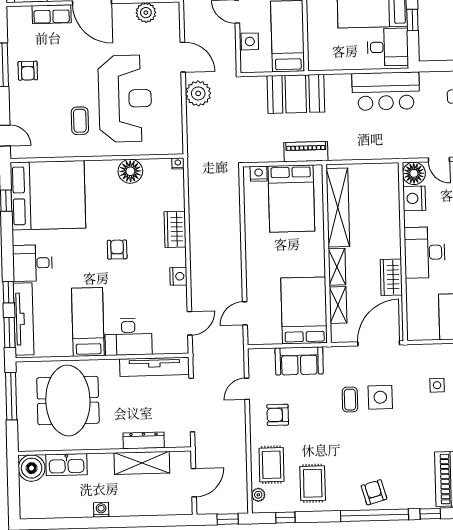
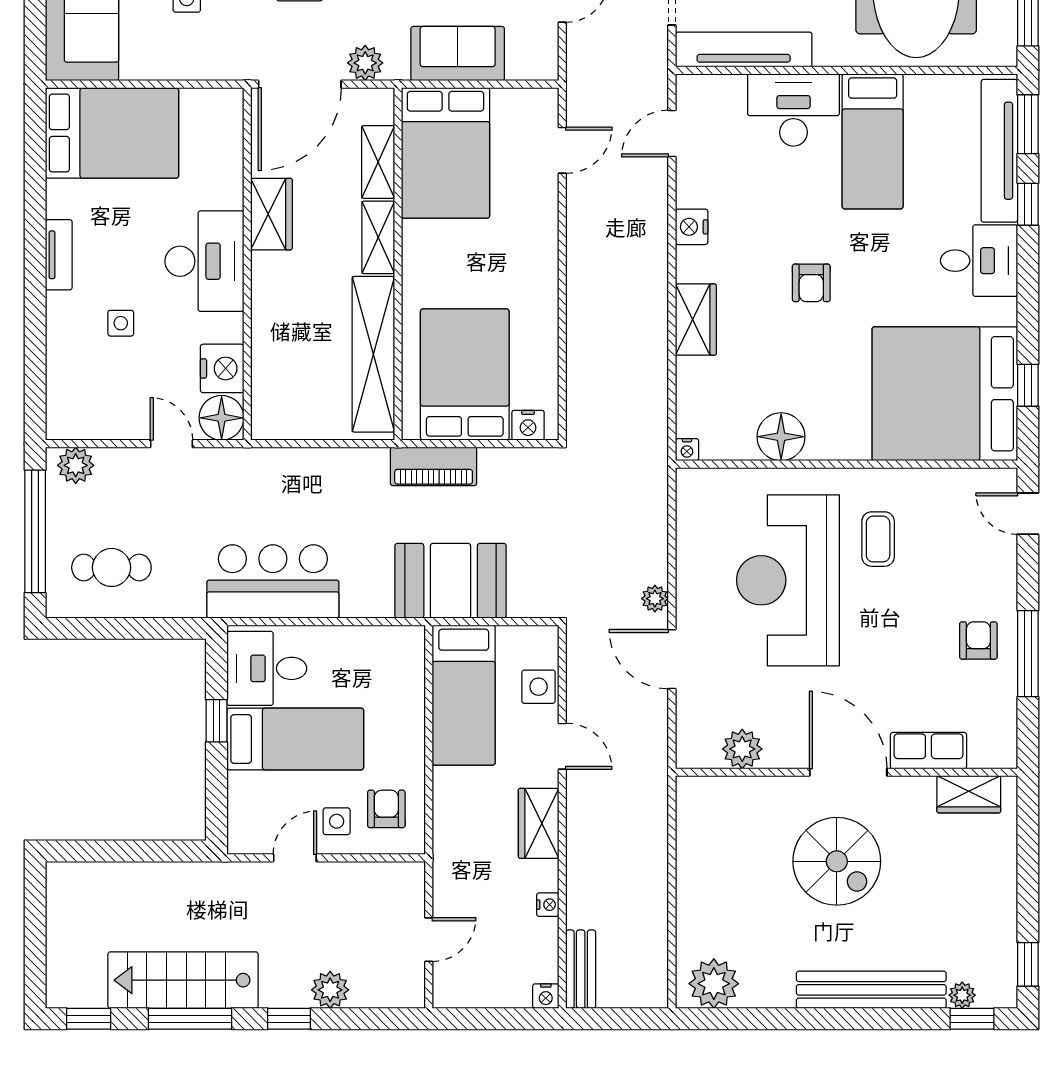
plant: (198, 93) -> (655, 599), width x0.53, depth x0.53
plant: (346, 355) -> (365, 63), added

